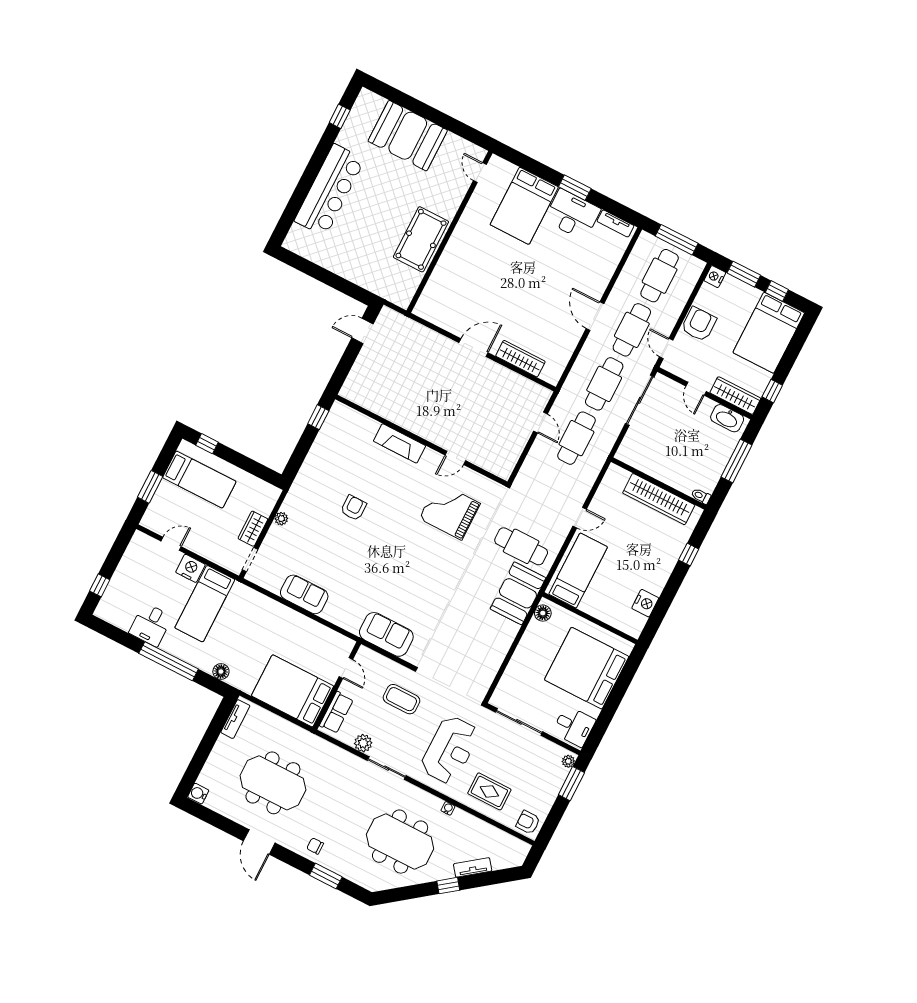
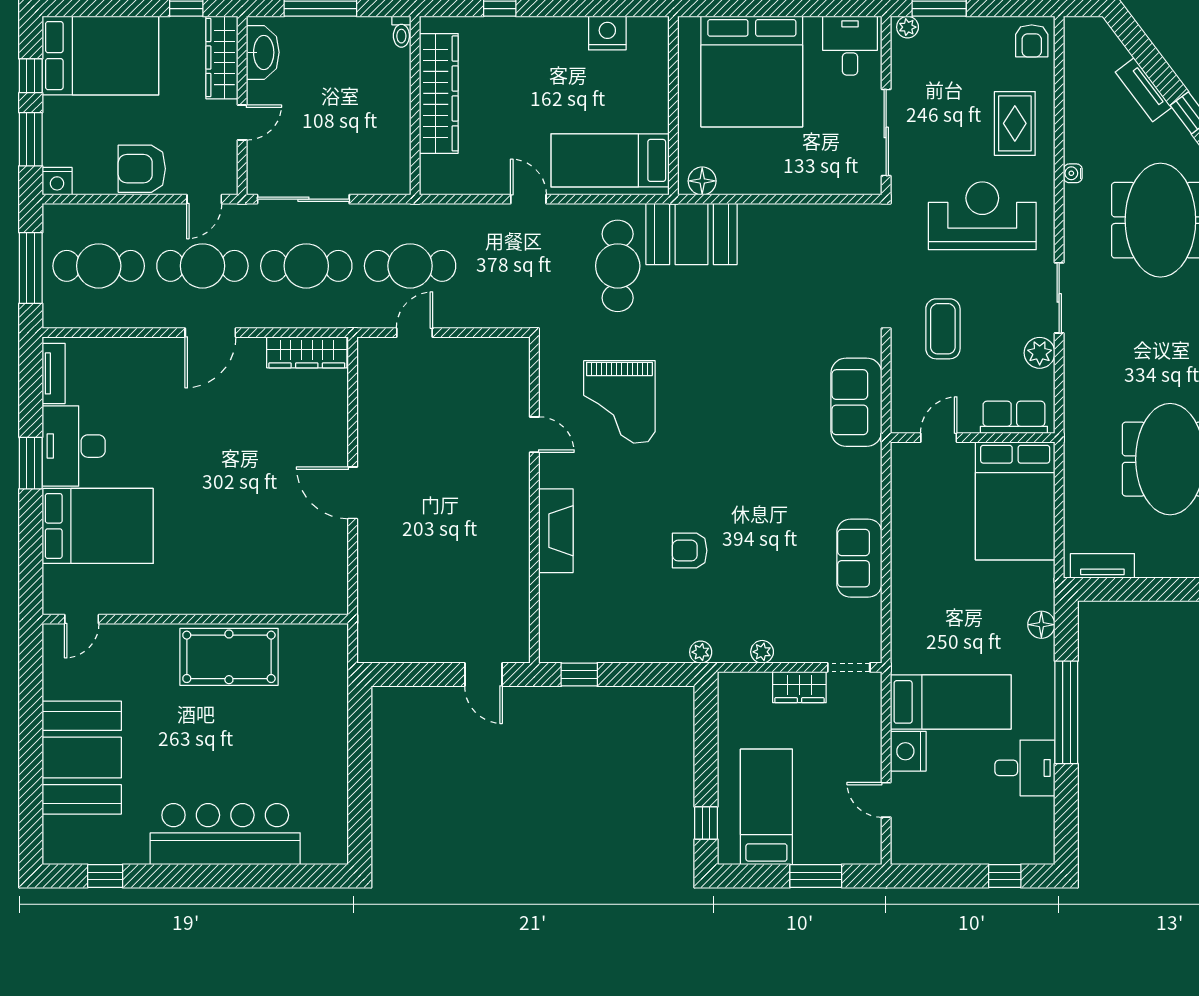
door: (362, 331) -> (484, 674), moved
wardrobe: (520, 359) -> (307, 352), moved, turned -90
plant: (298, 487) -> (701, 652), added

